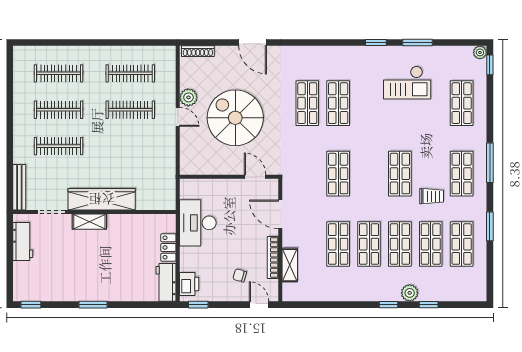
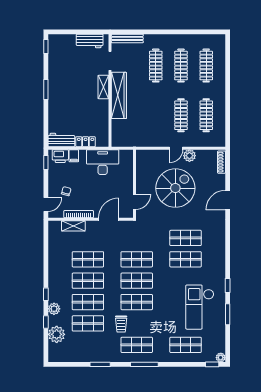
checkout: (407, 83) -> (200, 307), width x1.36, depth x1.21
shop shelf: (462, 244) -> (137, 281), moved
filing cabinet: (189, 264) -> (74, 156), added
plant: (446, 289) -> (57, 334), added

